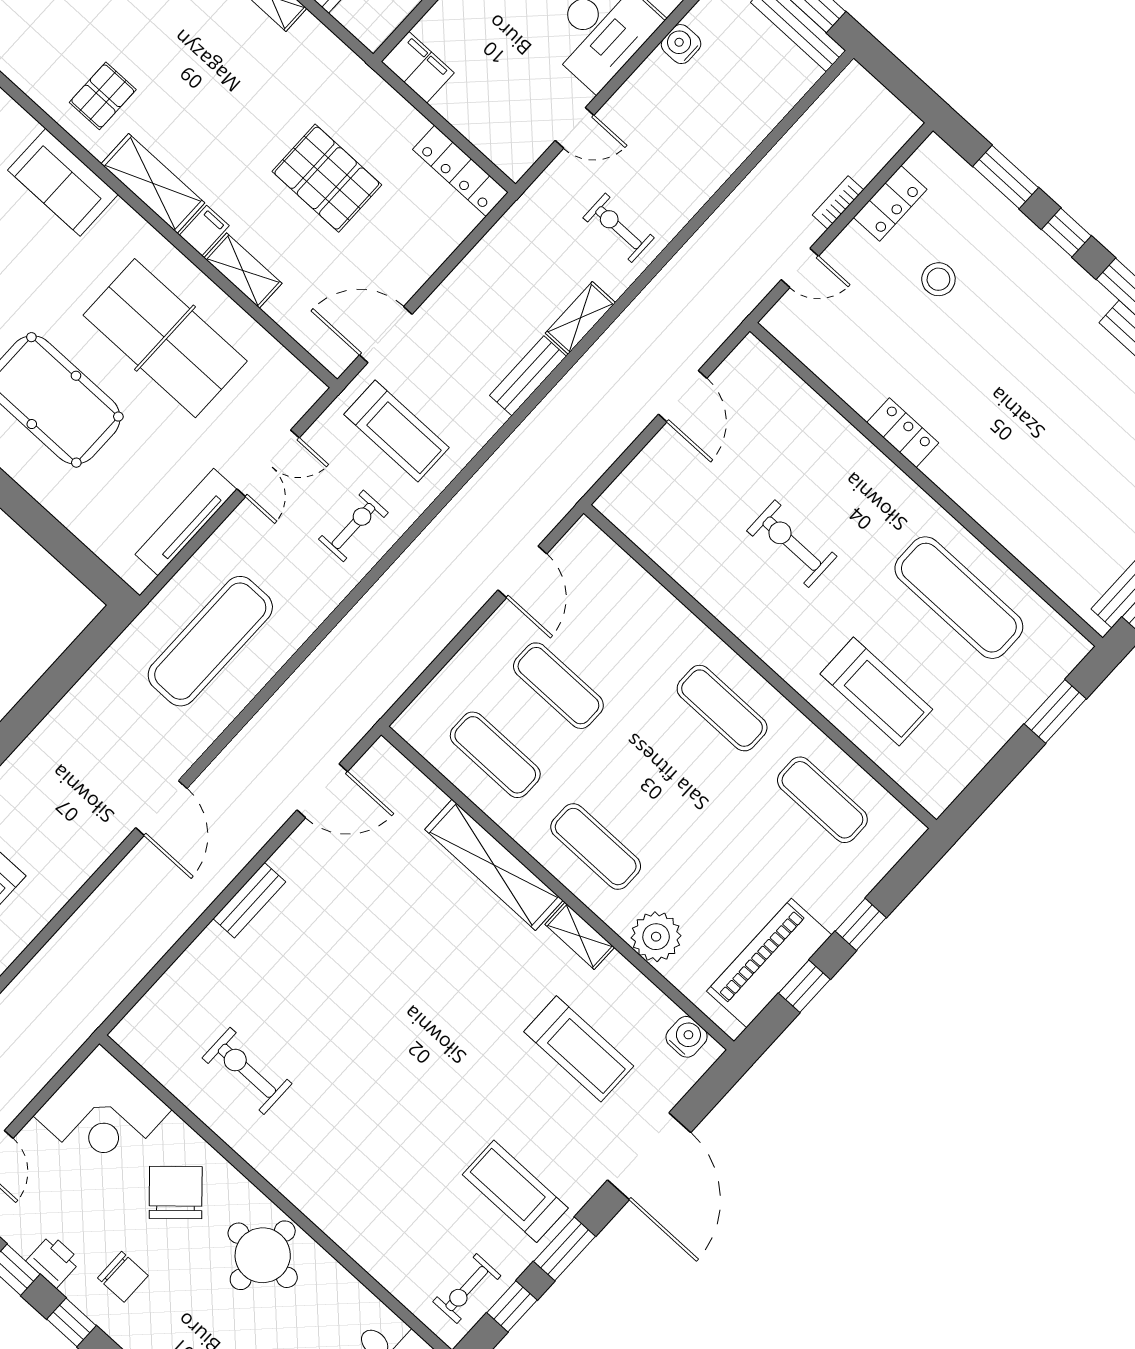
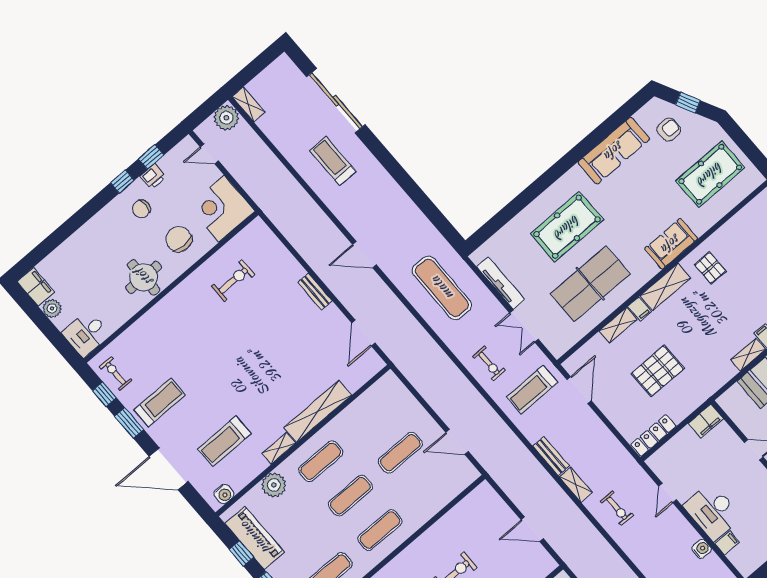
exercise bike: (619, 228) -> (617, 508), turned 90
exercise mat: (495, 755) -> (350, 496), moved
chair: (176, 1193) -> (179, 239), turned -138

